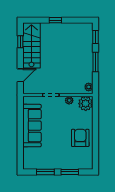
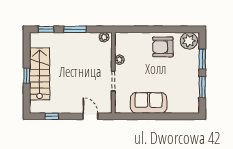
stairs: (31, 45) -> (40, 74), moved, turned 90
plant: (86, 104) -> (189, 41), moved
sofa: (32, 126) -> (149, 103), width x0.73

